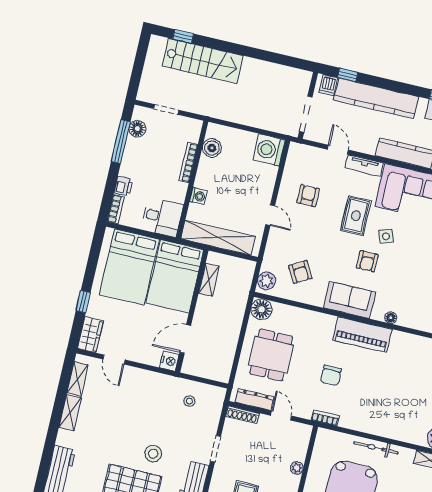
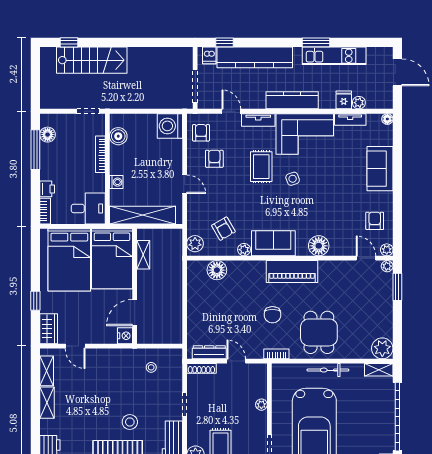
doorway: (166, 109) -> (88, 111), moved
armchair: (367, 261) -> (201, 133), moved, turned 180
plant: (317, 299) -> (244, 250), added
floor lamp: (261, 309) -> (217, 270), moved
floor lamp: (391, 318) -> (319, 246), width x1.89, depth x1.89
dining table: (271, 355) -> (319, 332), moved

